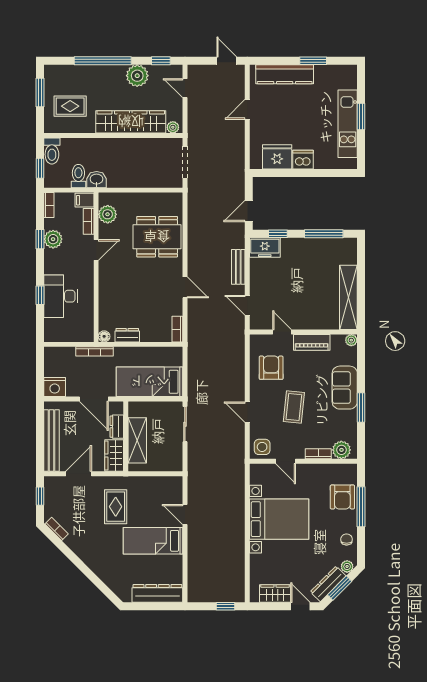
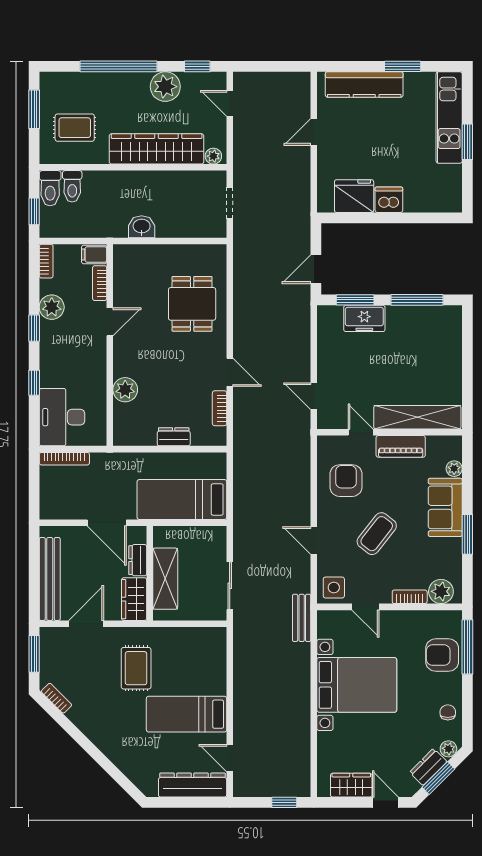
door: (227, 61) -> (286, 66), removed
kitchen unit: (348, 124) -> (449, 117), moved
doorway: (185, 162) -> (230, 203), width x0.73
toilet: (78, 176) -> (72, 186), moved, turned 180
washbasin: (97, 180) -> (142, 227), moved
plant: (108, 214) -> (125, 390), moved
window: (278, 234) -> (355, 300), width x1.50
dining table: (157, 237) -> (192, 304), width x0.73
window: (40, 239) -> (34, 328), moved
freezer: (265, 248) -> (364, 318), moved
bench: (238, 267) -> (302, 618), moved
desk: (61, 296) -> (62, 417), moved
shelving: (348, 297) -> (417, 417), moved, turned 90
bookcase: (177, 329) -> (219, 408), moved
dresser: (127, 335) -> (174, 437), moved
floor lamp: (104, 336) -> (121, 438), removed
plant: (351, 340) -> (454, 469), moved
bookcase: (95, 351) -> (64, 459), moved
nightstand: (55, 387) -> (54, 507), removed
coffee table: (294, 407) -> (377, 534), turned 32
sliding door: (185, 424) -> (230, 586), moved
window: (40, 496) -> (34, 654), width x1.50
armchair: (342, 497) -> (442, 655), turned 90
window: (361, 507) -> (467, 647), moved
door: (185, 515) -> (230, 758), moved
dresser: (328, 584) -> (428, 767), width x0.70

